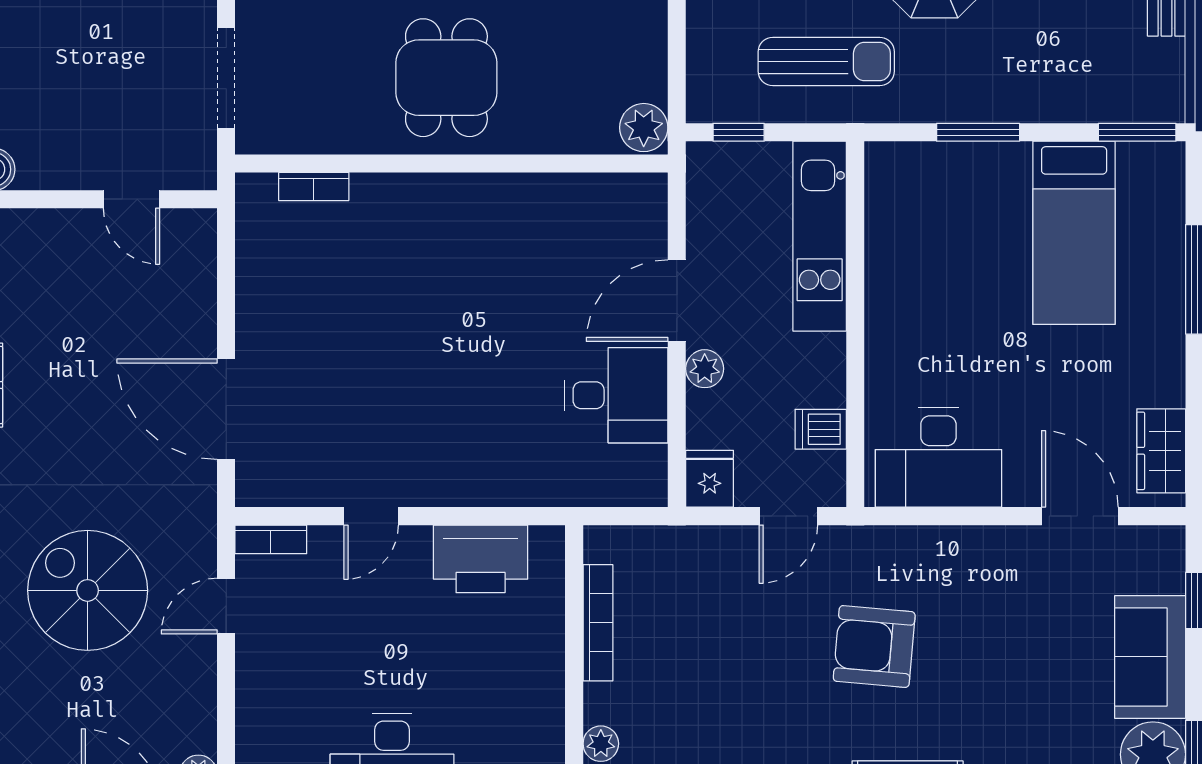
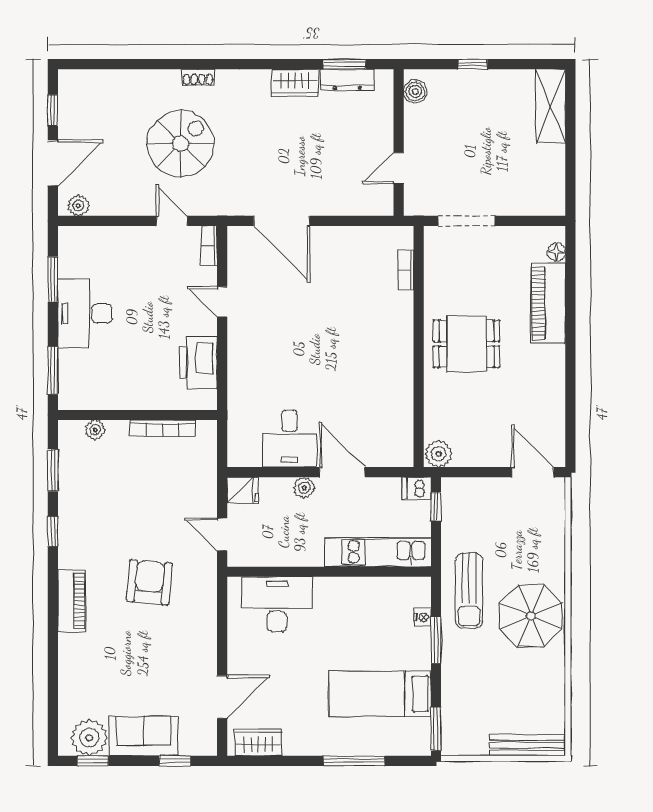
sun lounger: (826, 61) -> (469, 591), moved
nightstand: (937, 156) -> (423, 617), added
door: (226, 409) -> (282, 221), swing flipped
dishwasher: (821, 429) -> (417, 488), moved, turned -90
desk: (938, 458) -> (277, 604), moved, turned 90

